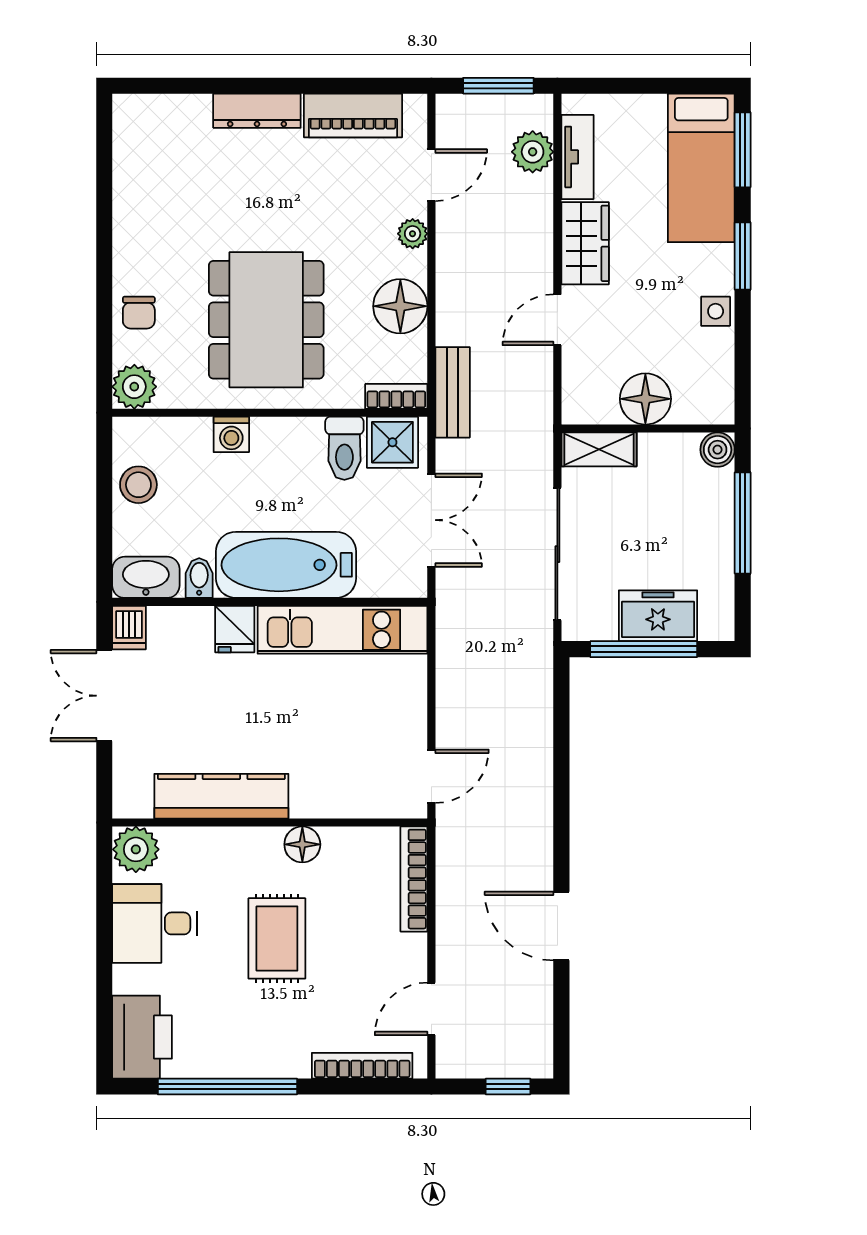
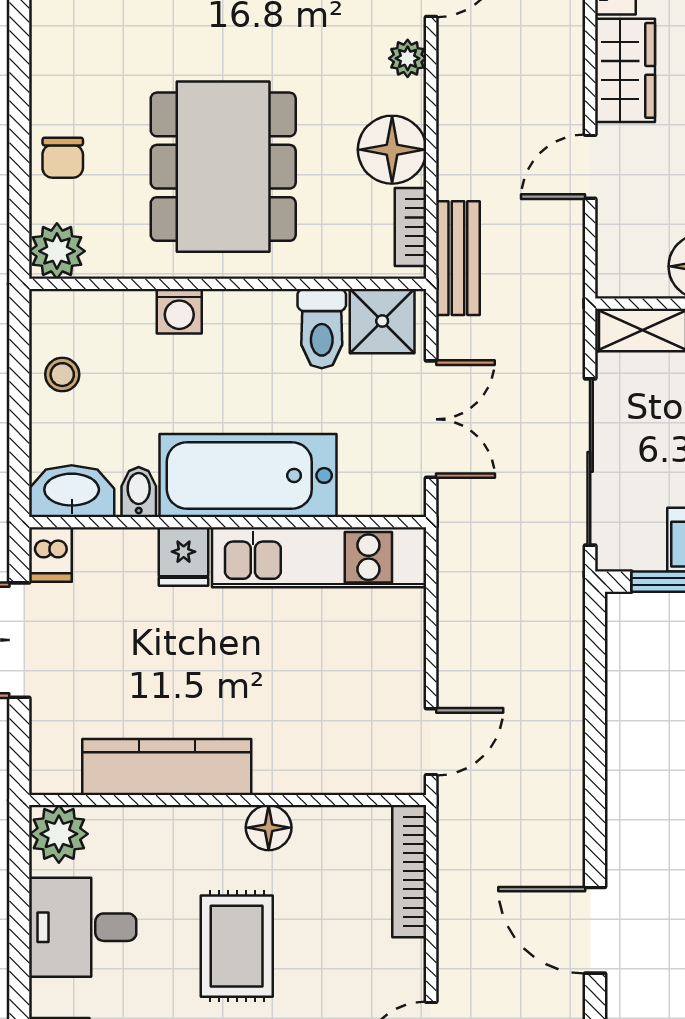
bookcase: (396, 396) -> (411, 227), moved, turned -90
stool: (138, 485) -> (62, 375), width x0.73, depth x0.73

